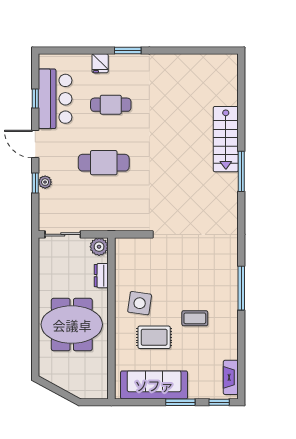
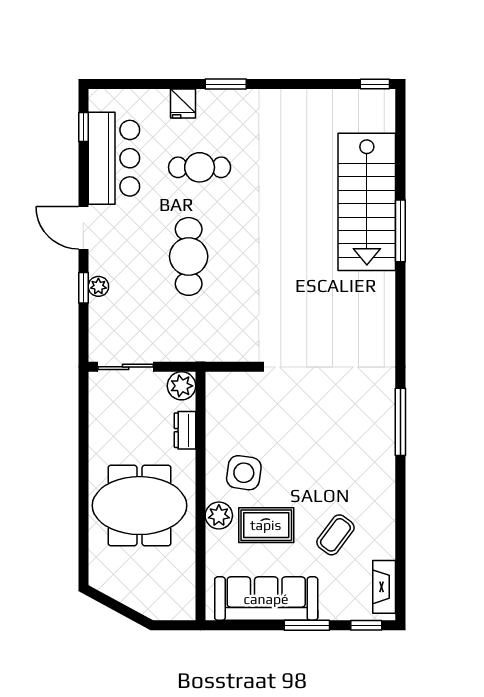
window: (225, 51) -> (375, 84), added
window: (35, 98) -> (83, 127), moved
stairs: (226, 139) -> (367, 202), width x1.36, depth x1.51
cafe table: (104, 163) -> (189, 256), turned 90
window: (241, 171) -> (400, 231), moved
window: (241, 288) -> (400, 422), moved
coffee table: (195, 318) -> (335, 535), moved, turned -53
plant: (123, 331) -> (219, 515), added

